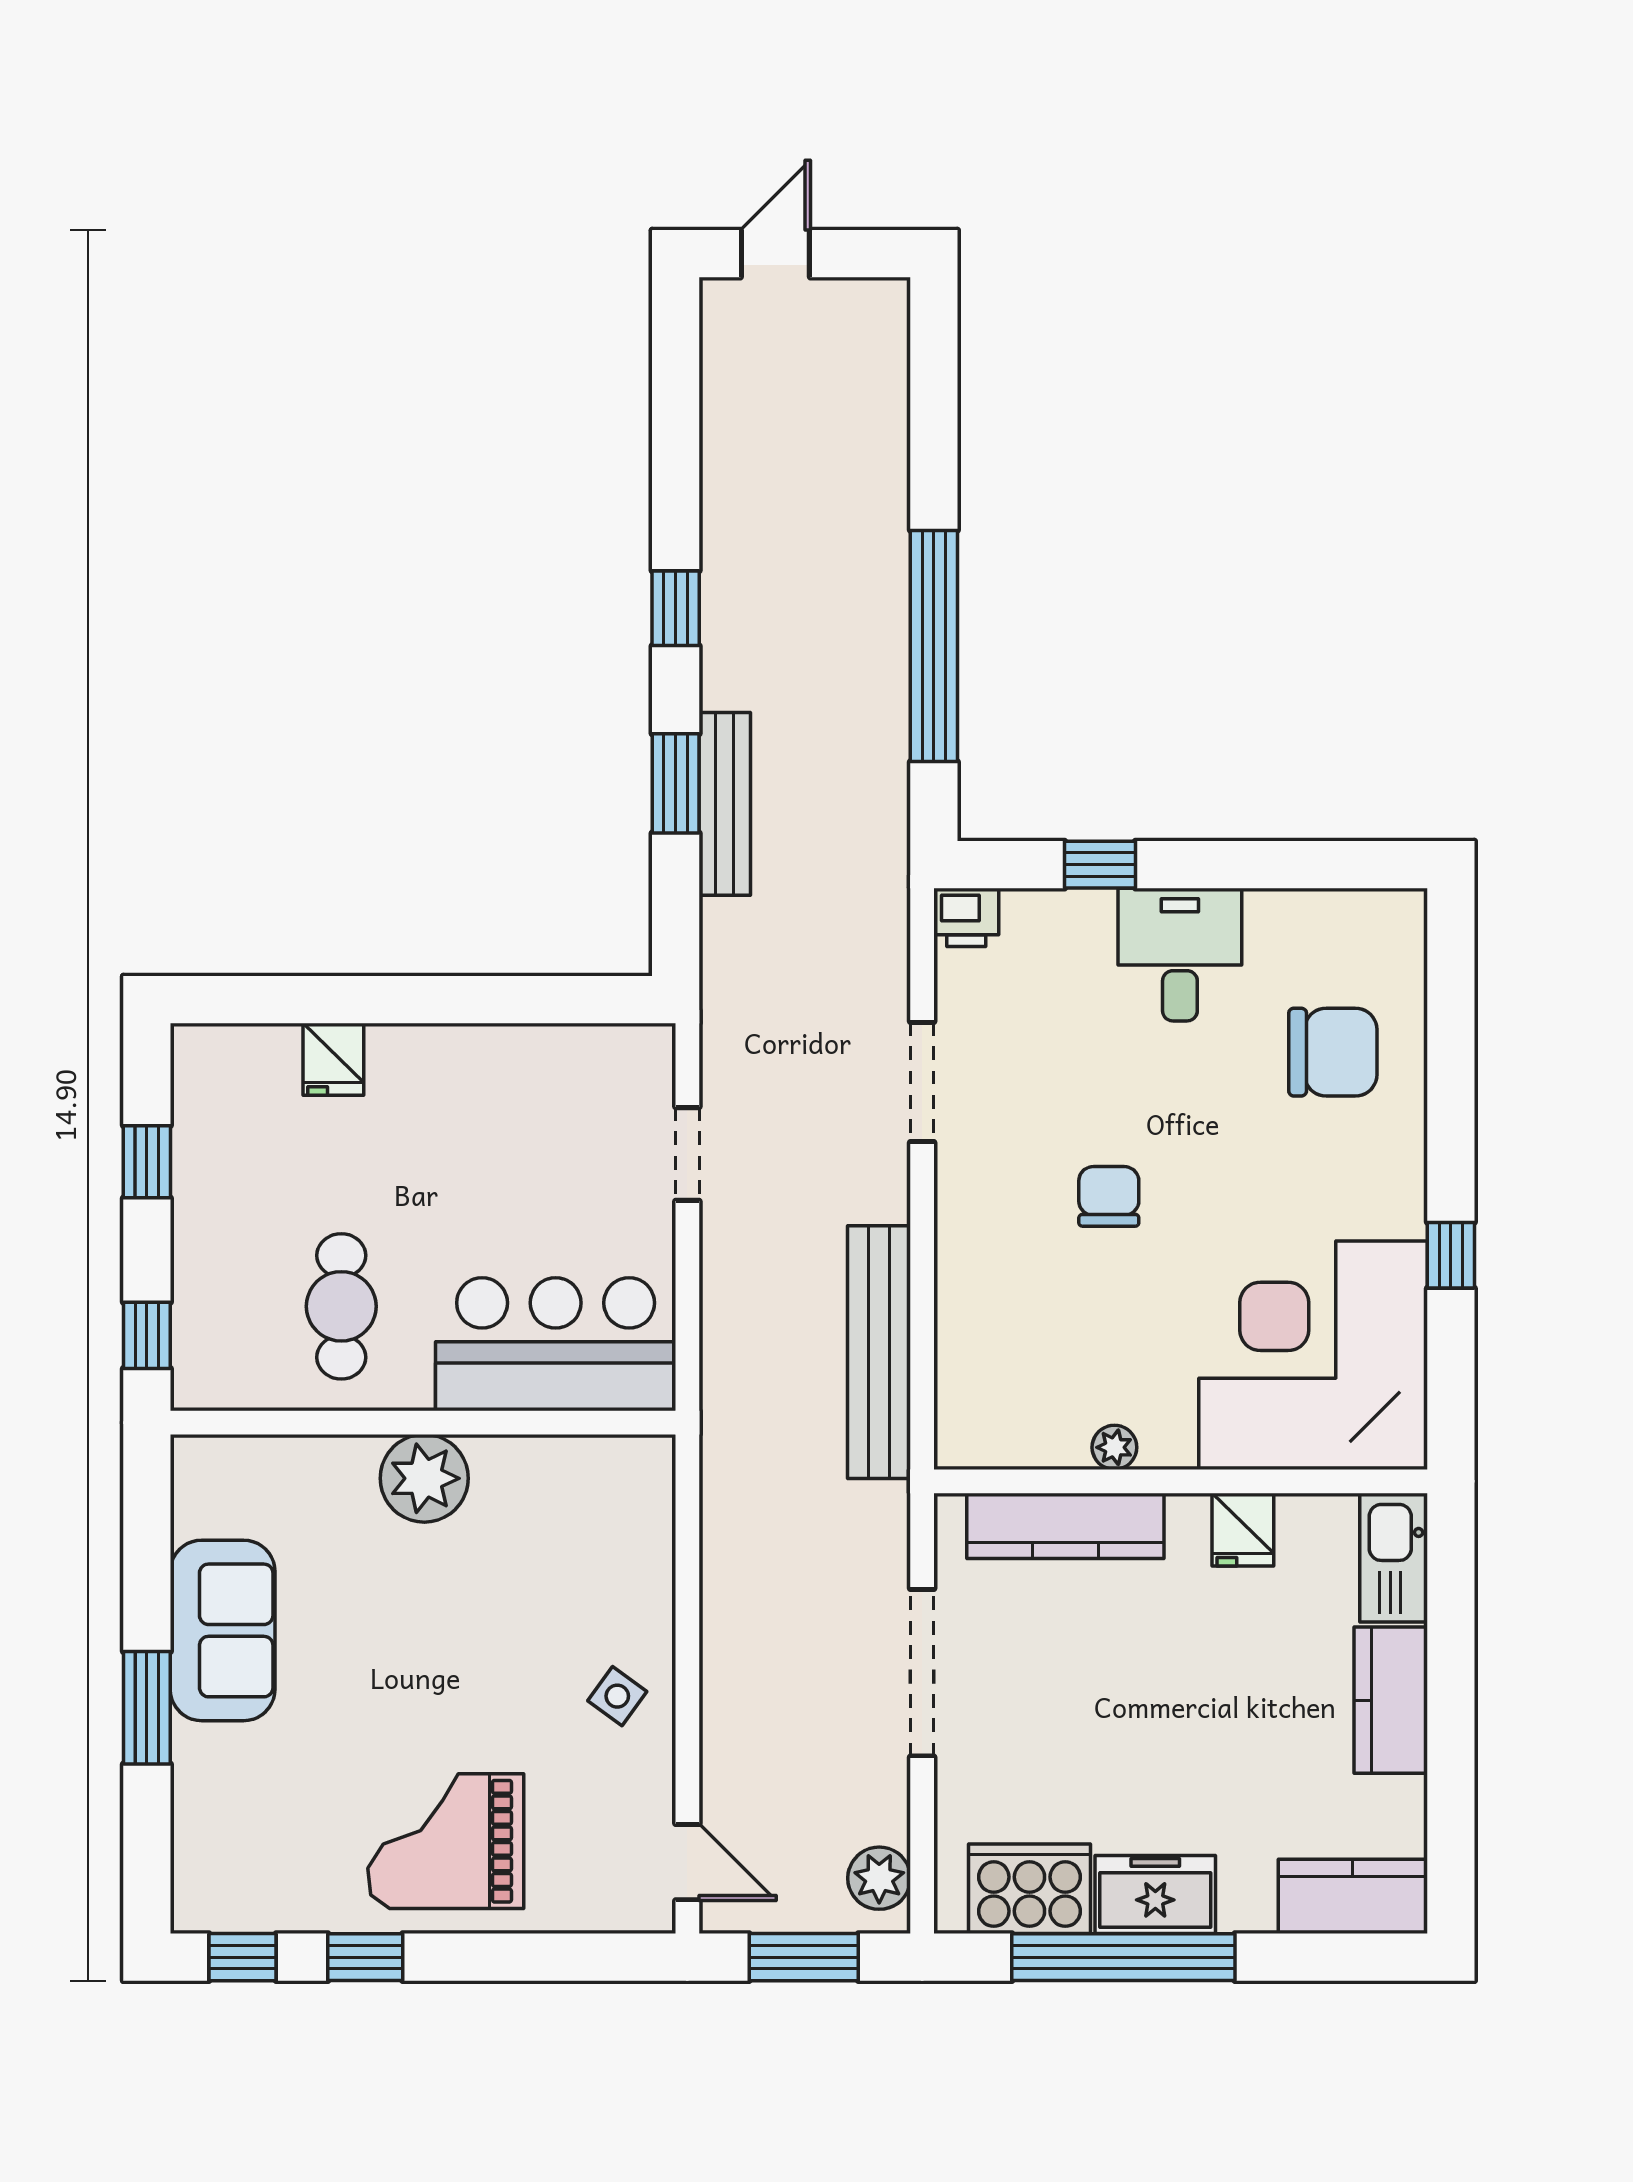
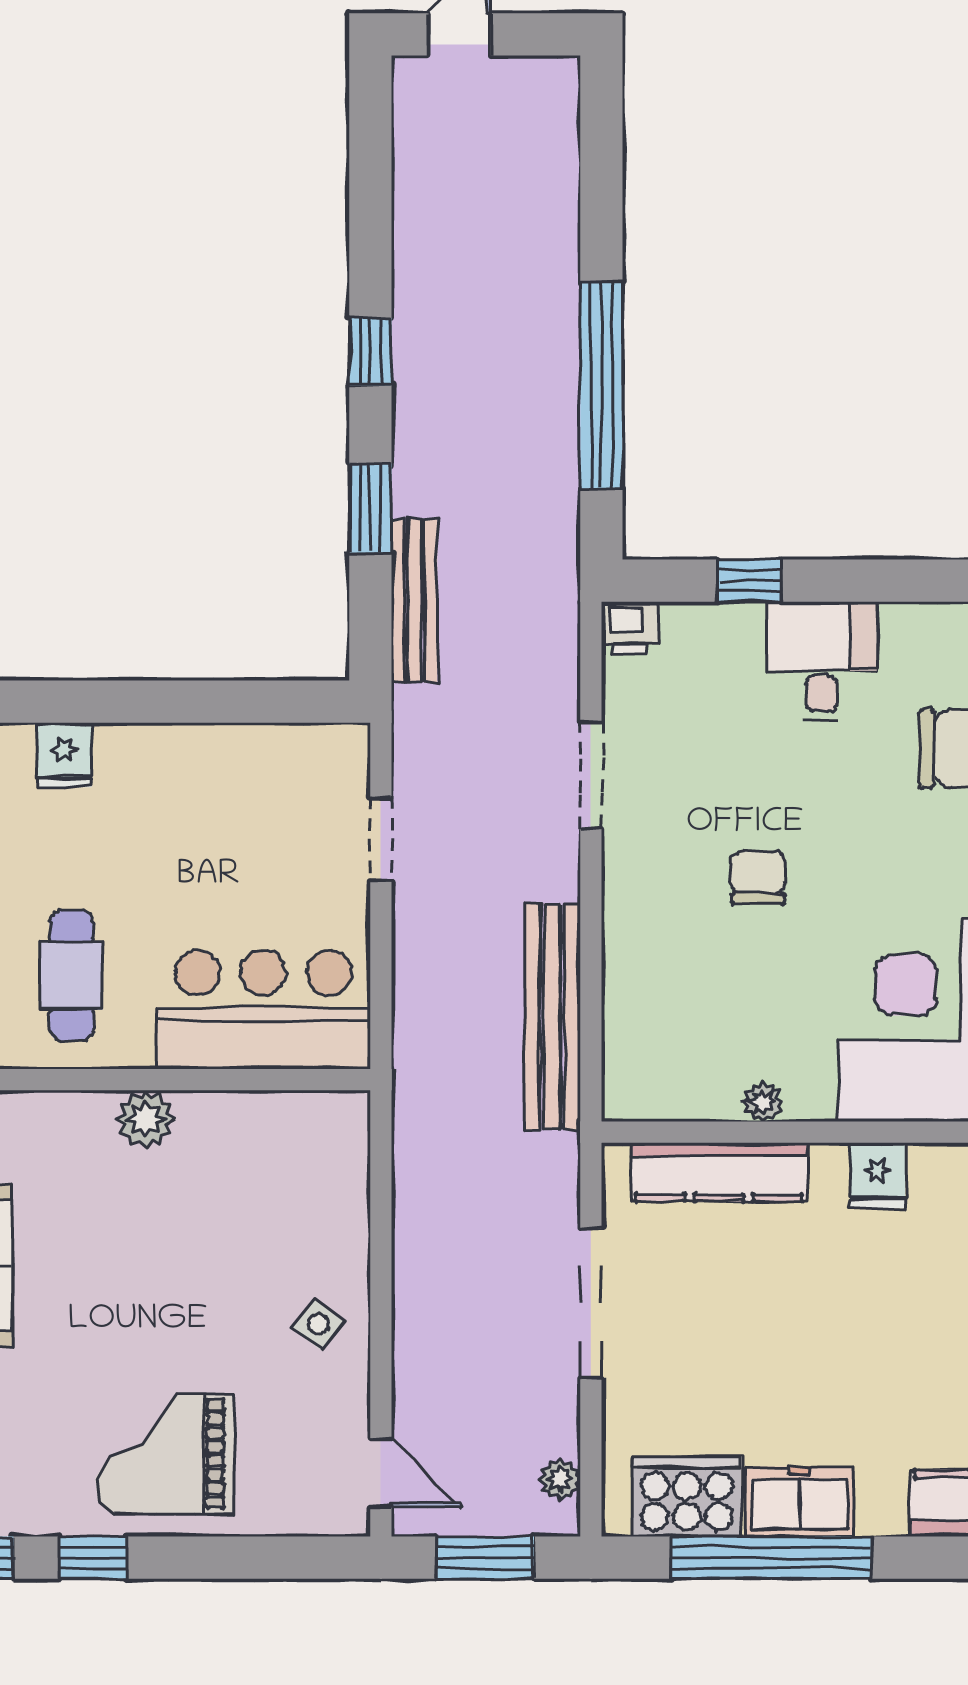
bench: (725, 804) -> (414, 601), moved
plant: (424, 1478) -> (146, 1119), width x0.73, depth x0.73
plant: (879, 1878) -> (560, 1479), width x0.73, depth x0.73

